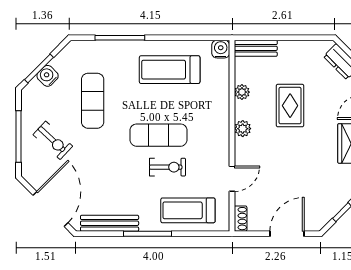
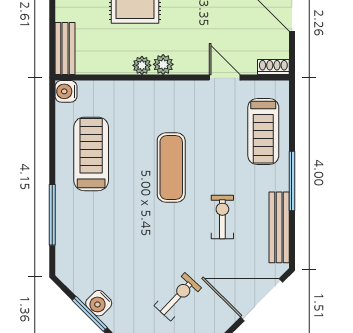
treadmill: (170, 70) -> (91, 154), turned 180
plant: (242, 92) -> (142, 65), moved
exercise mat: (93, 101) -> (129, 248), removed
exercise bike: (167, 167) -> (222, 217), moved

